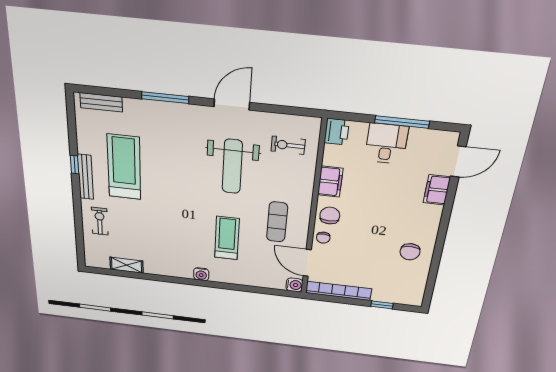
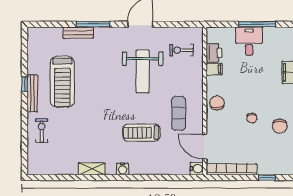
bench: (101, 102) -> (78, 33), moved
printer: (337, 132) -> (214, 53), moved
treadmill: (124, 167) -> (62, 82), turned 180
filing cabinet: (330, 182) -> (214, 69), width x0.50
treadmill: (227, 238) -> (141, 133), turned -90
chair: (323, 238) -> (252, 118), moved
shelving: (127, 265) -> (92, 169), moved

